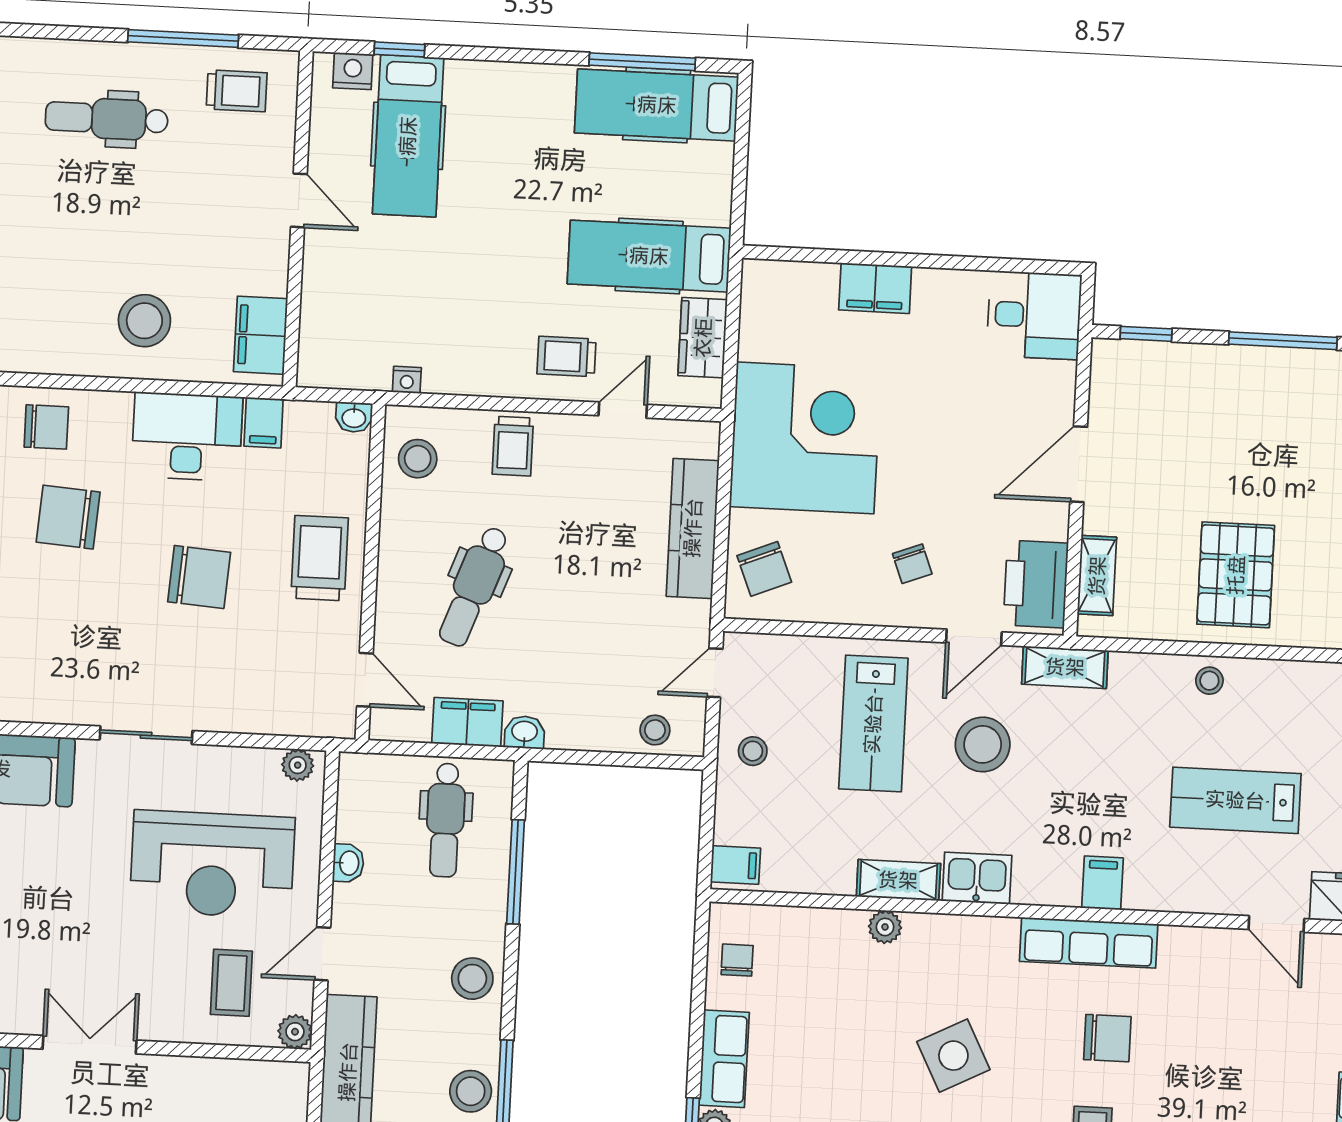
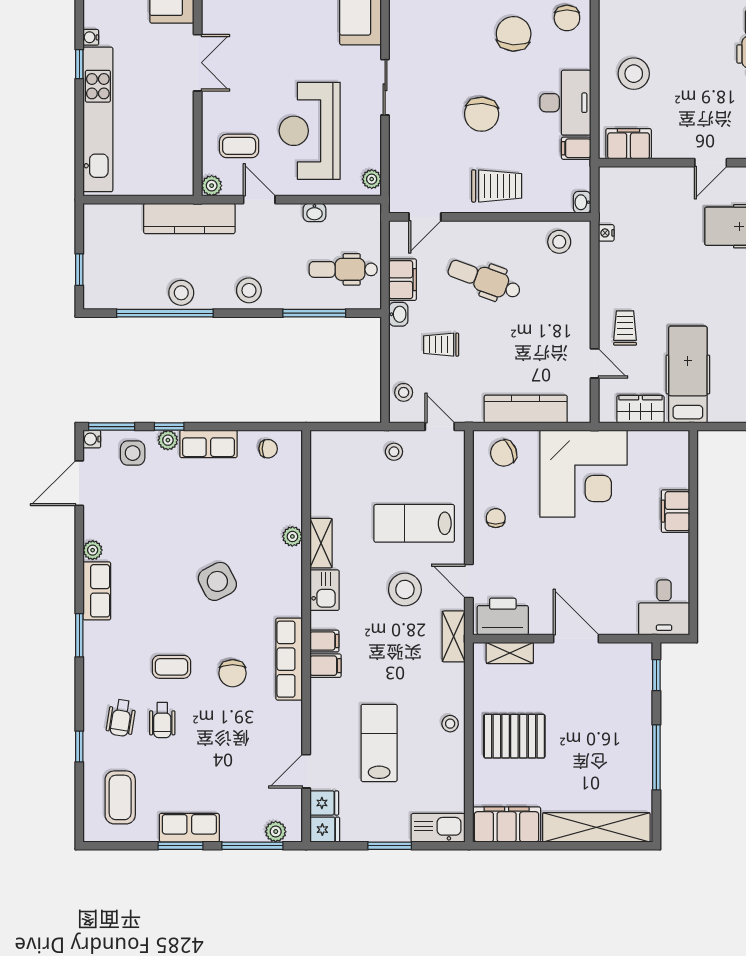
trolley: (513, 446) -> (441, 345), moved
chair: (912, 564) -> (496, 518), moved, turned 111
filing cabinet: (735, 865) -> (324, 641), moved, turned -90

